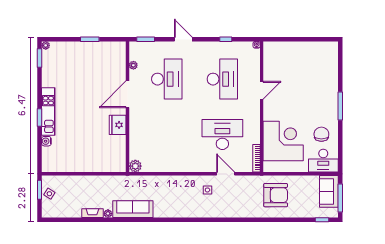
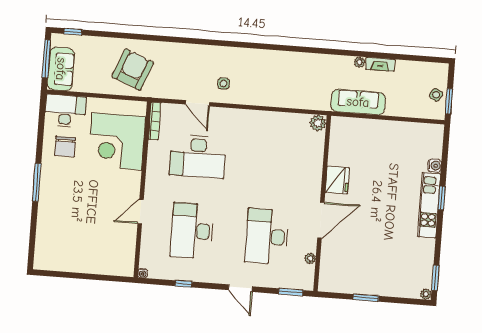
armchair: (276, 195) -> (133, 70), turned 112
sofa: (133, 209) -> (358, 102), moved, turned 180

